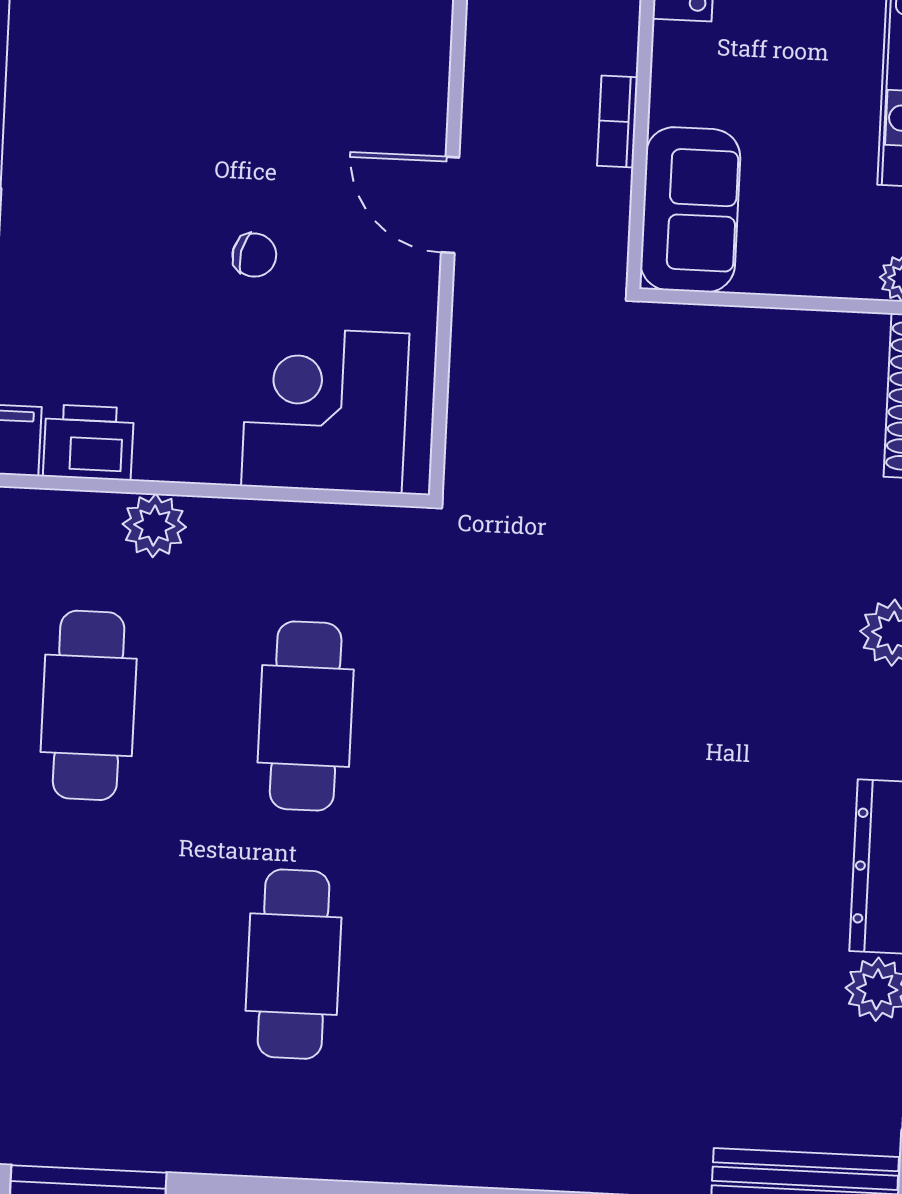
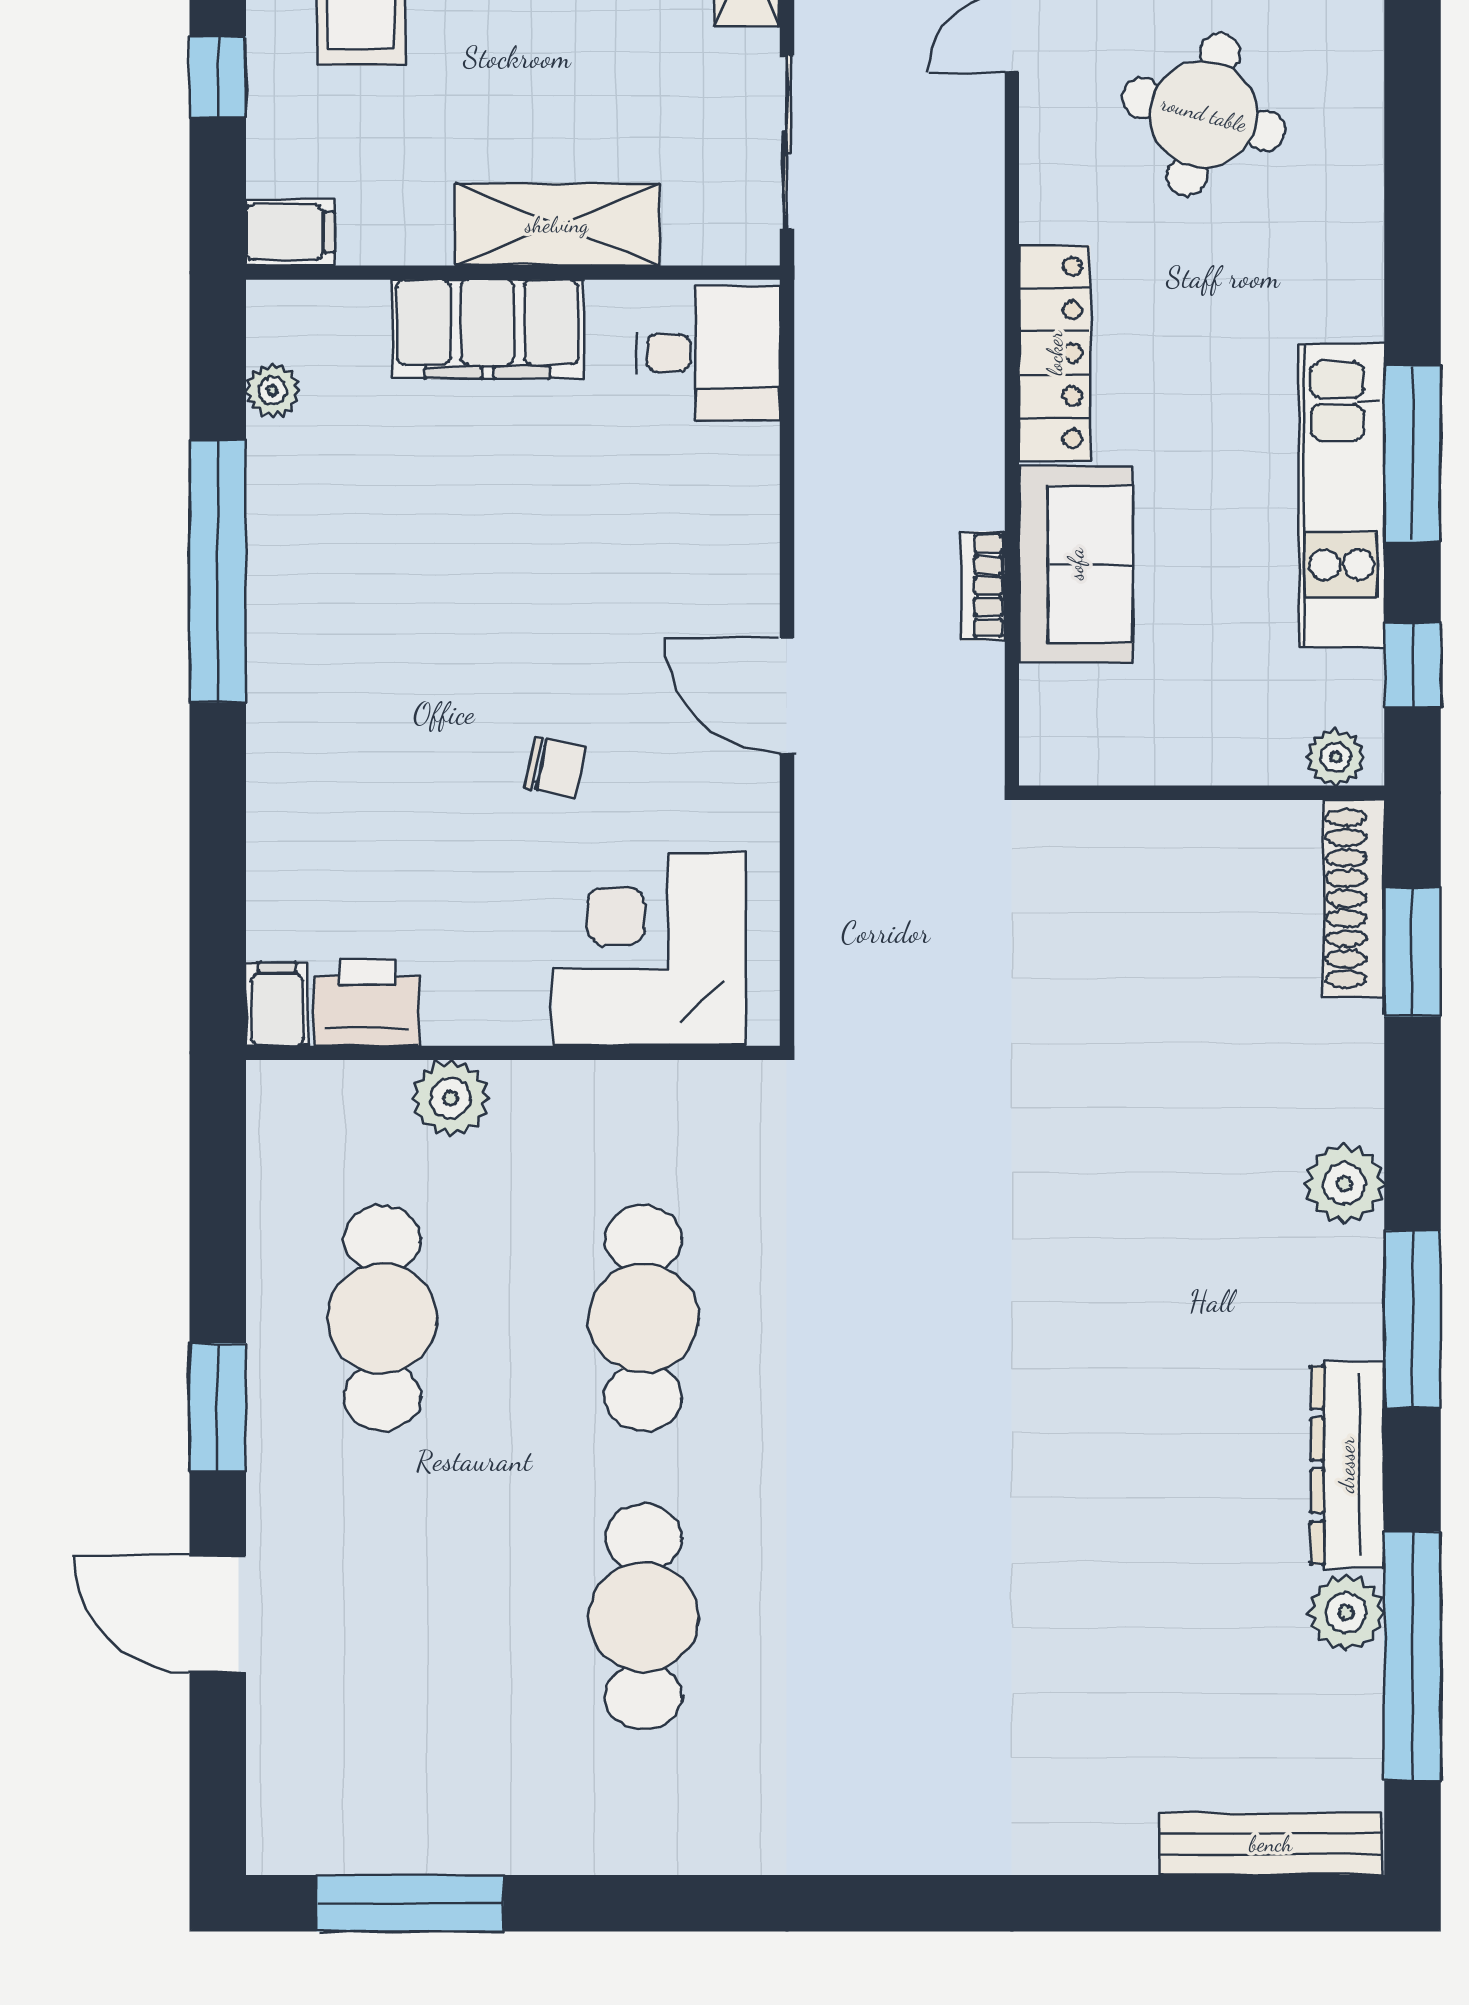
sofa: (690, 210) -> (1076, 564), moved

